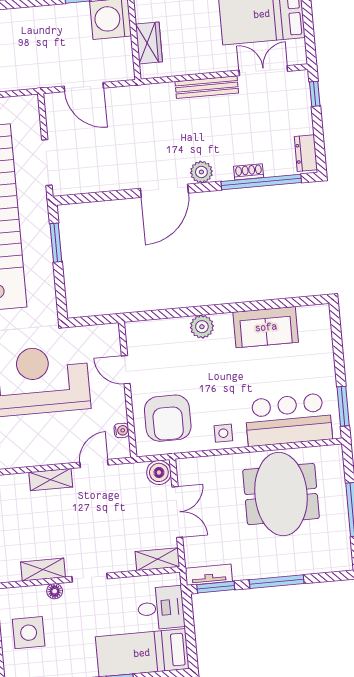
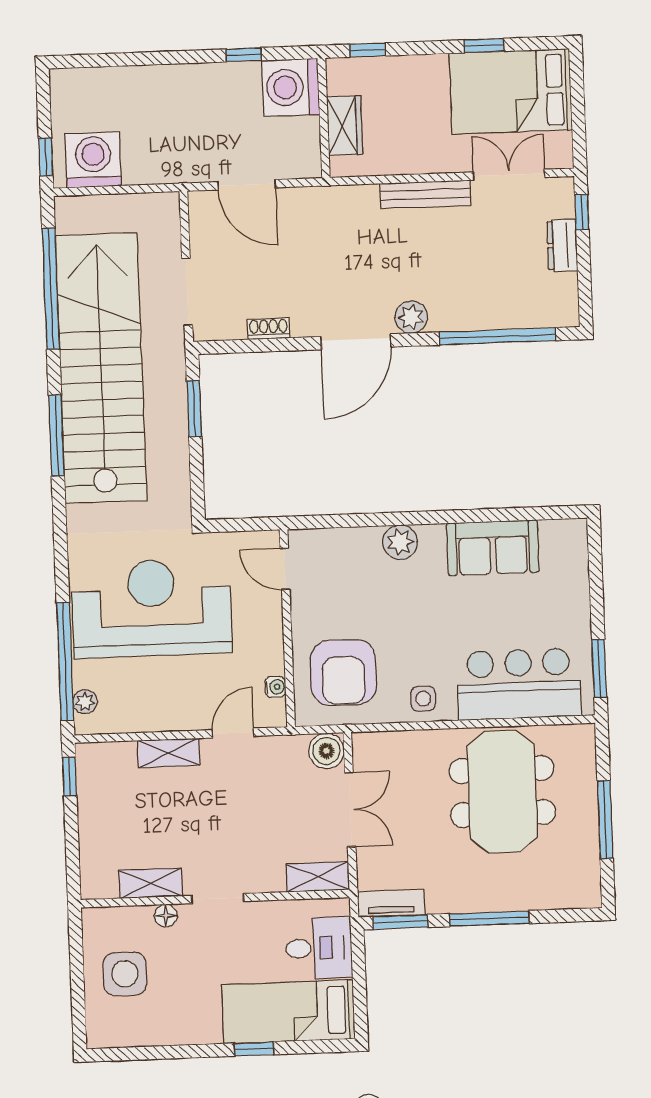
dresser: (306, 153) -> (562, 245), moved
shoe rack: (249, 172) -> (268, 329), moved
door: (126, 370) -> (285, 569), moved

